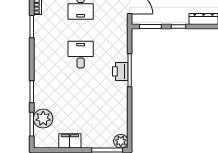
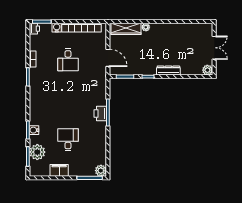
desk: (81, 55) -> (68, 140), moved
water cooler: (39, 92) -> (34, 130), added

